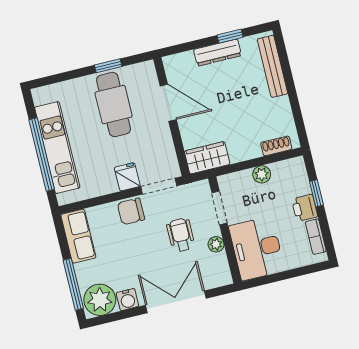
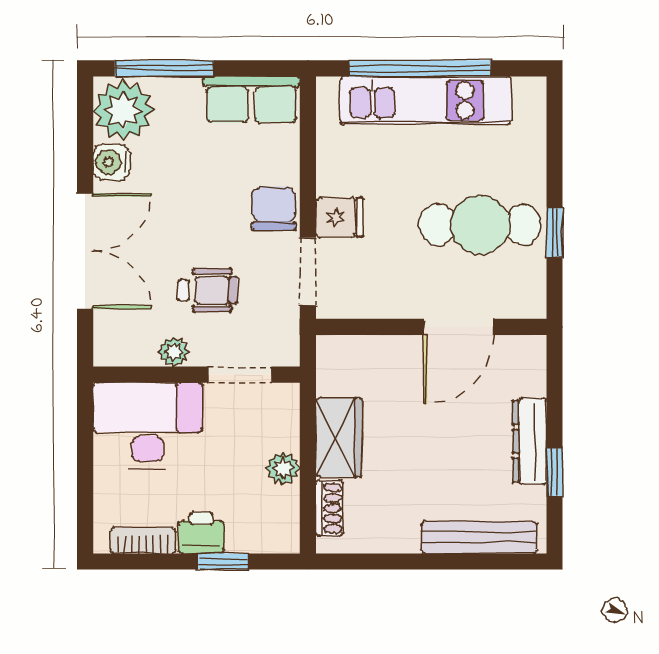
wardrobe: (207, 158) -> (339, 438), moved

